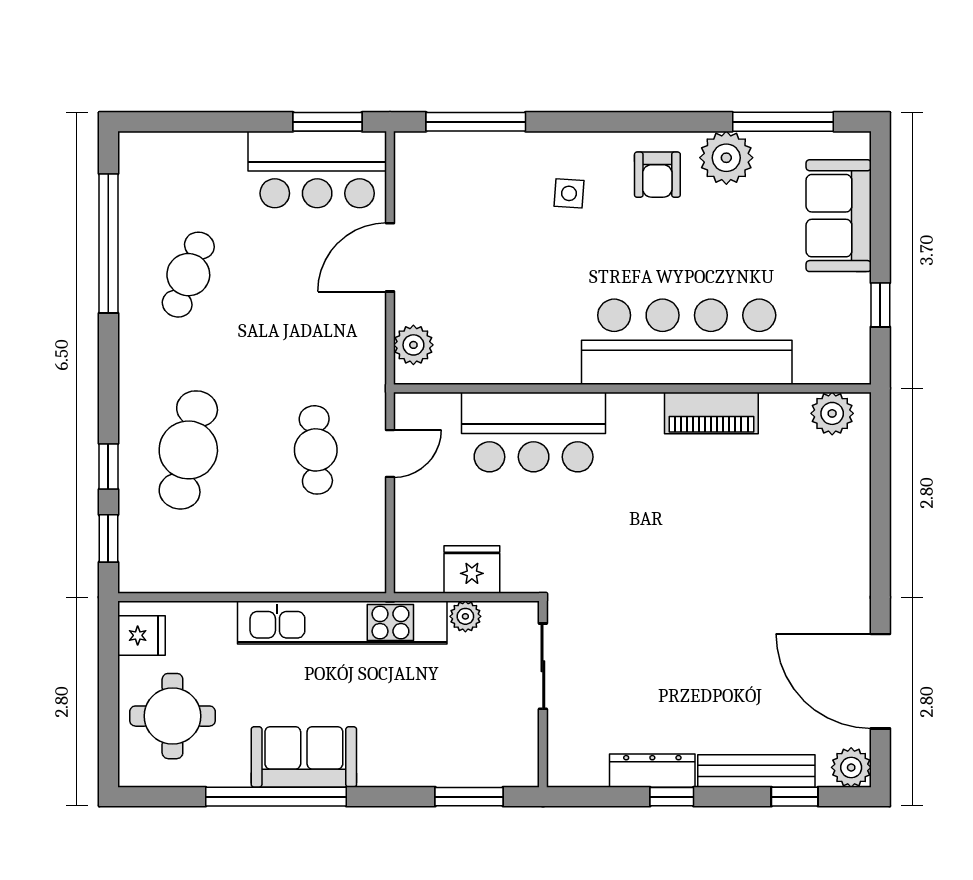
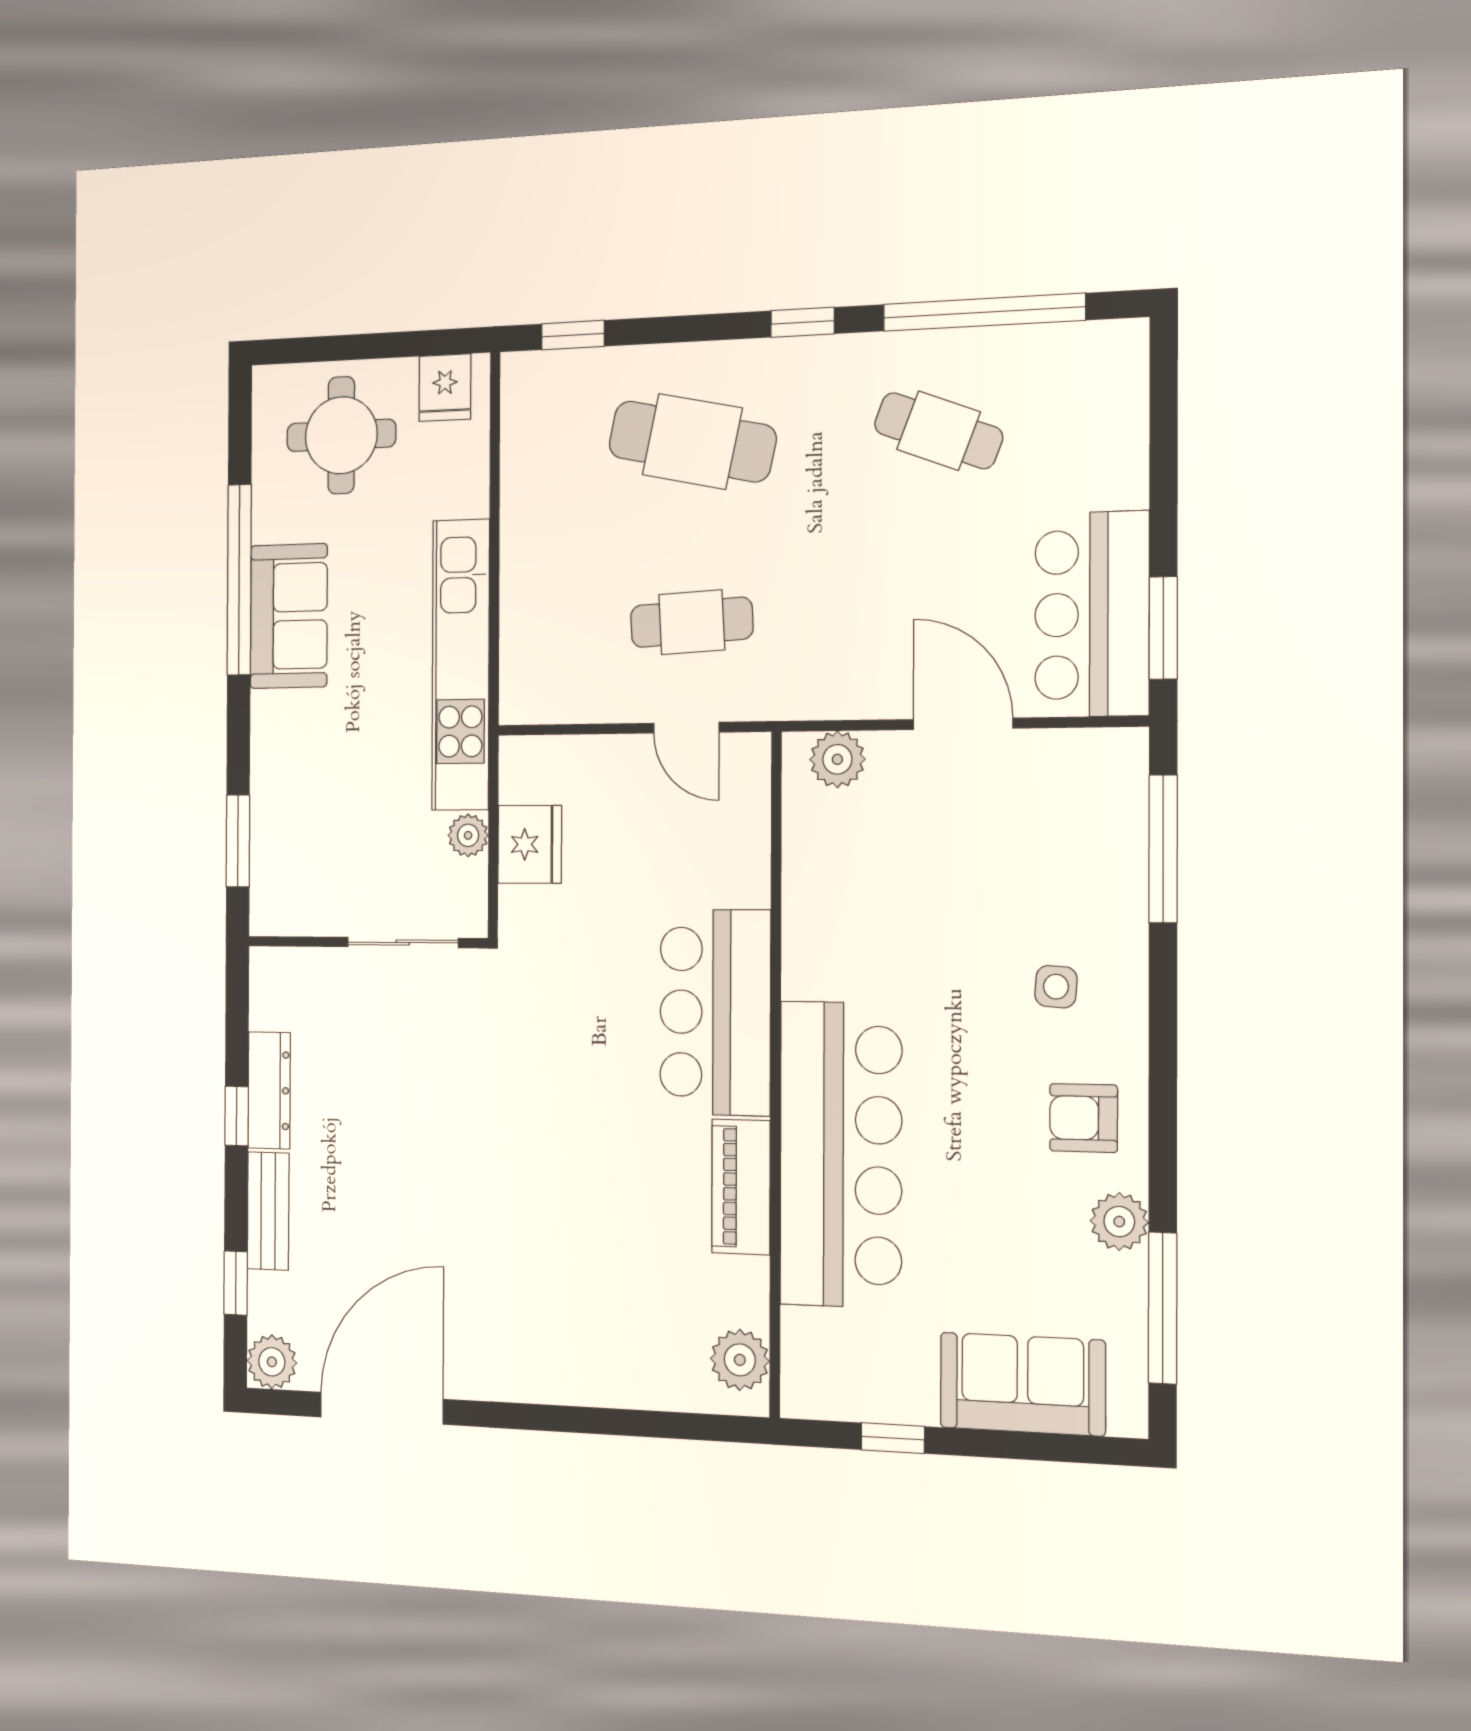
plant: (726, 158) -> (1119, 1222), width x0.73, depth x0.73
bar counter: (534, 432) -> (715, 1012), moved
window: (108, 466) -> (803, 322), moved
bench: (756, 771) -> (268, 1211), width x0.73

